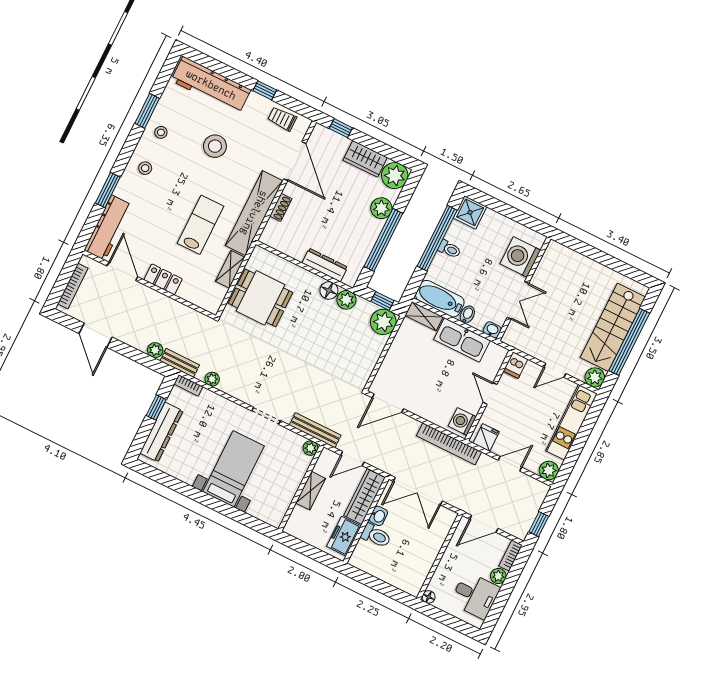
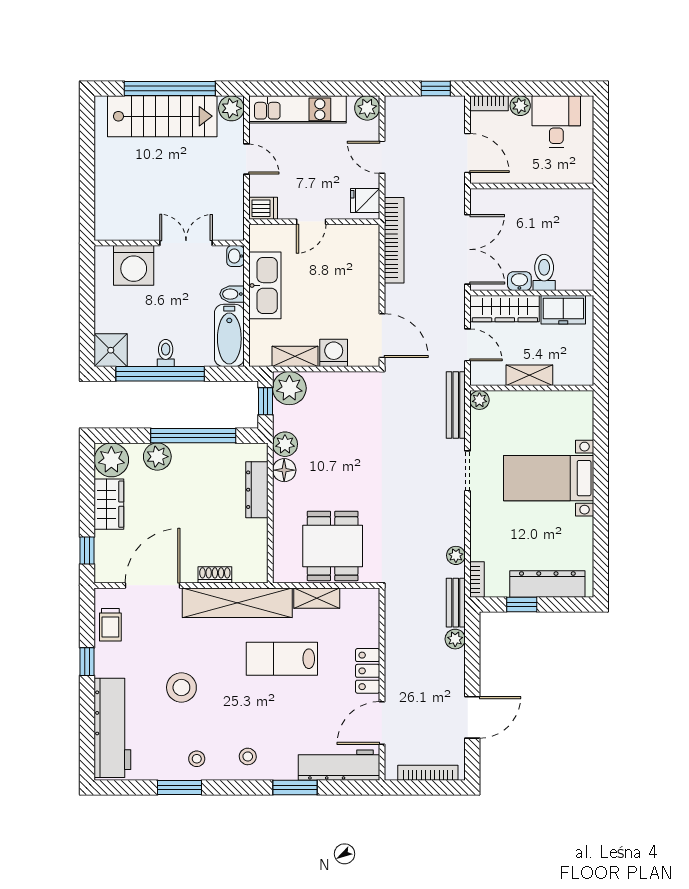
shelving: (424, 316) -> (295, 356), moved, turned 90
washing machine: (462, 421) -> (334, 353), moved, turned 180
floor lamp: (429, 597) -> (585, 175), removed

